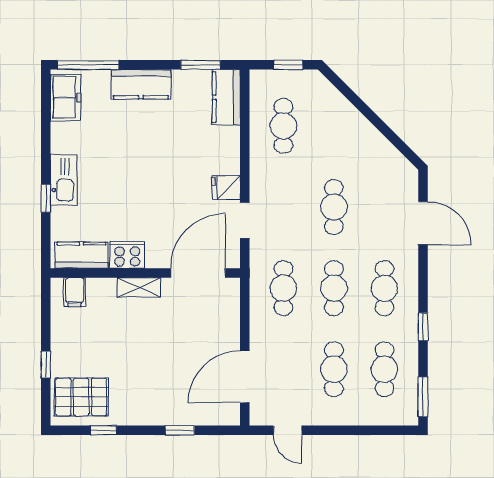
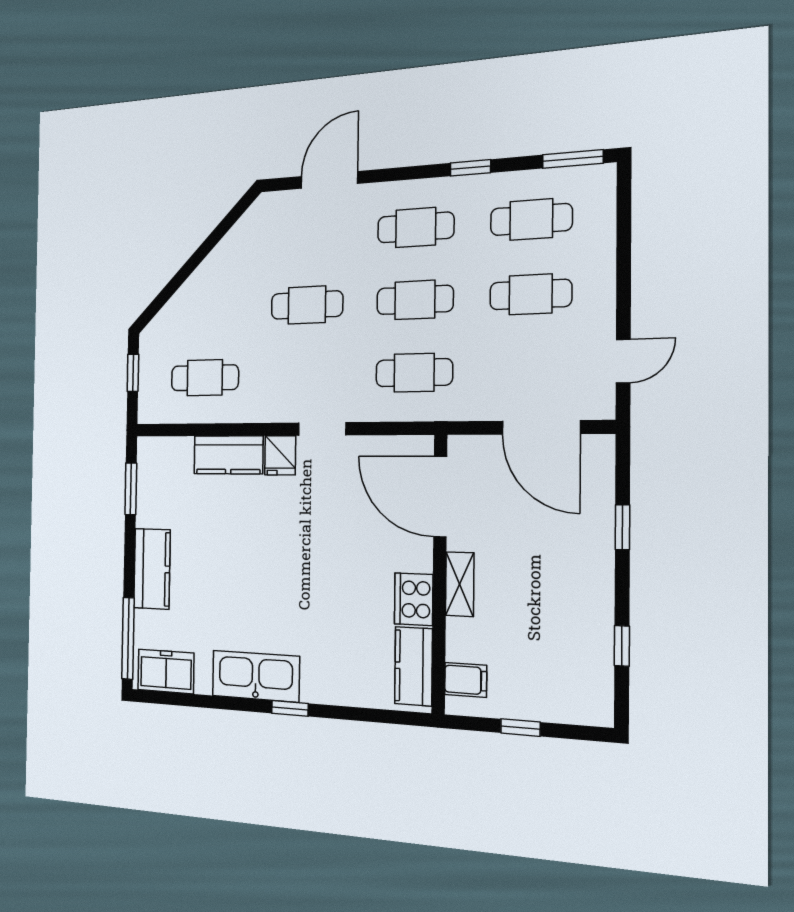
kitchen counter: (226, 97) -> (228, 455), moved
kitchen sink: (64, 180) -> (256, 676), width x1.36, depth x1.24
kitchen counter: (81, 255) -> (414, 666), moved
cooker: (127, 255) -> (414, 599), moved
wall: (145, 273) -> (439, 574), moved
door: (198, 273) -> (440, 497), moved
shelving: (139, 287) -> (460, 584), moved
filing cabinet: (75, 292) -> (466, 680), moved
pallet: (81, 397) -> (570, 677), removed

